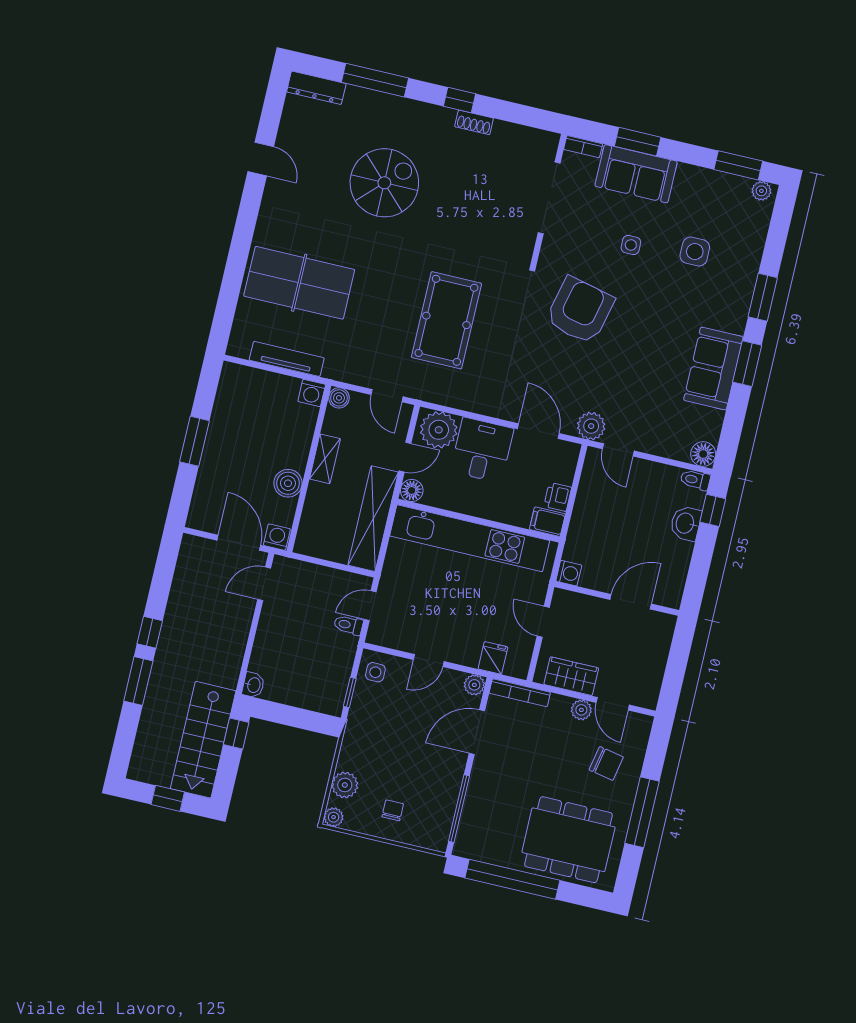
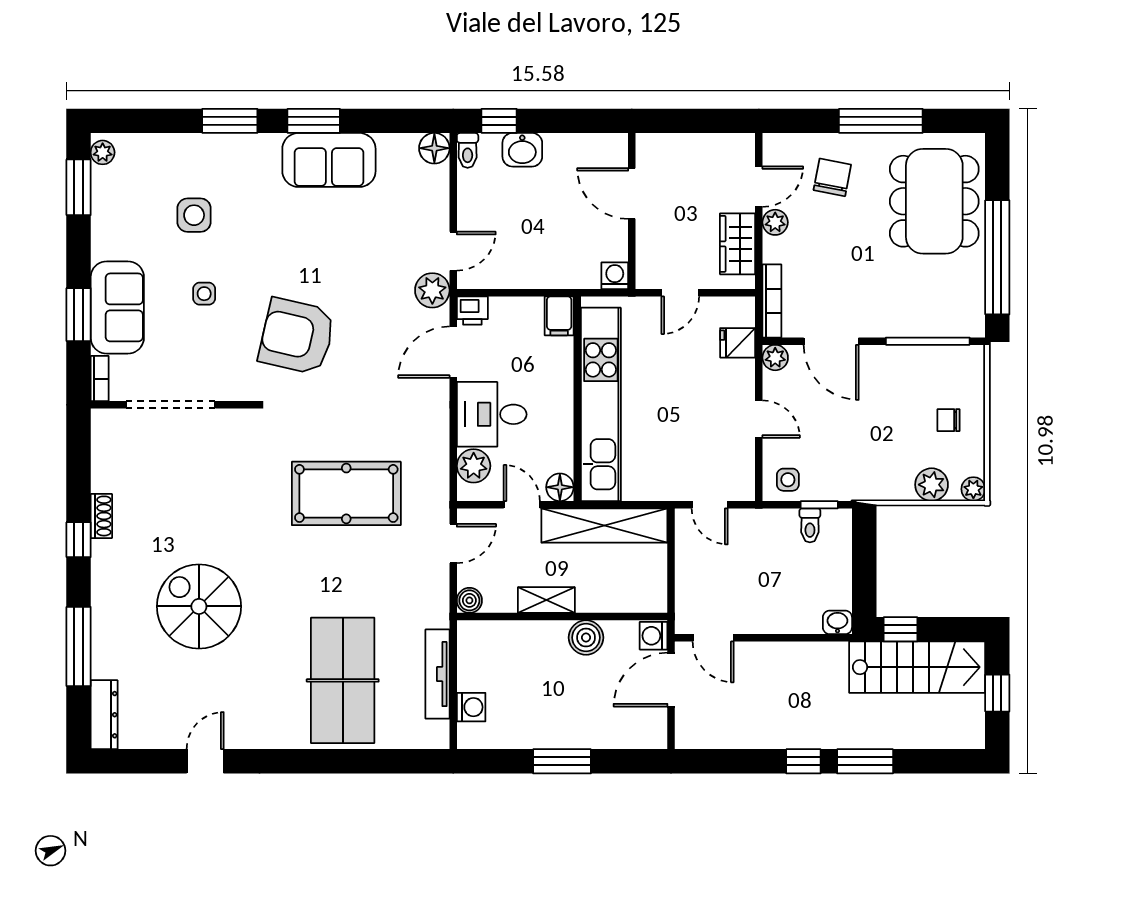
washing machine: (312, 393) -> (471, 707), moved
plant: (439, 430) -> (474, 466), width x0.73, depth x0.73
printer: (558, 497) -> (472, 311), moved
toilet: (348, 625) -> (810, 525), moved

